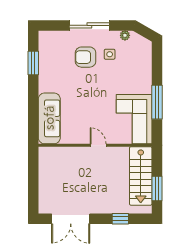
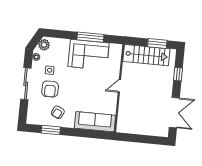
plant: (141, 44) -> (44, 45), added
armchair: (57, 70) -> (58, 112), added
corner sofa: (134, 119) -> (89, 55), moved

